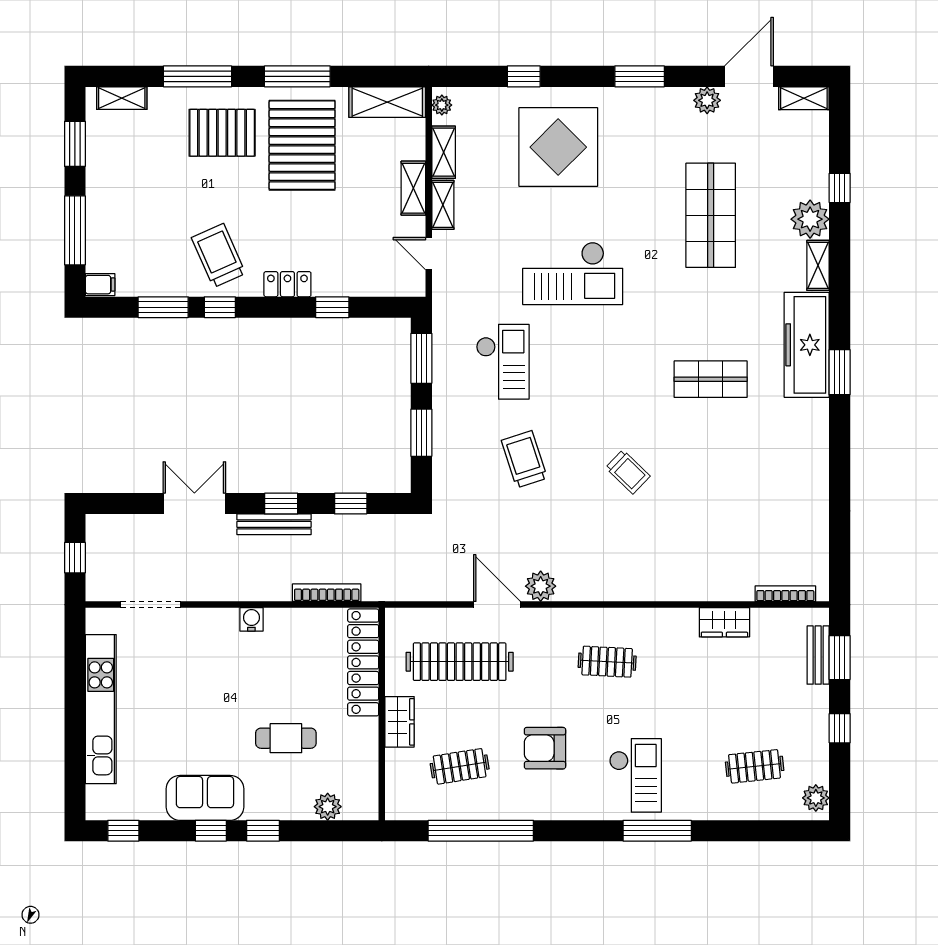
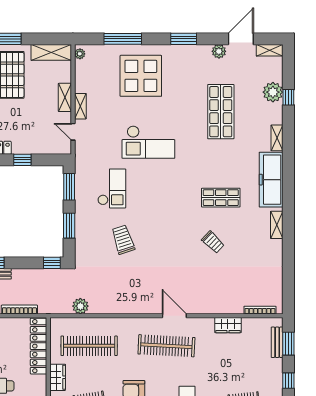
window: (524, 76) -> (123, 39), width x2.17
shelving: (444, 152) -> (277, 225), moved
plant: (810, 219) -> (273, 92), moved
window: (840, 372) -> (288, 194), removed
trolley: (628, 472) -> (213, 242), moved
window: (351, 504) -> (52, 263), moved
plant: (541, 586) -> (80, 306), moved
door: (497, 605) -> (174, 316), moved
clothes rail: (607, 662) -> (166, 346), width x1.86, depth x1.31

